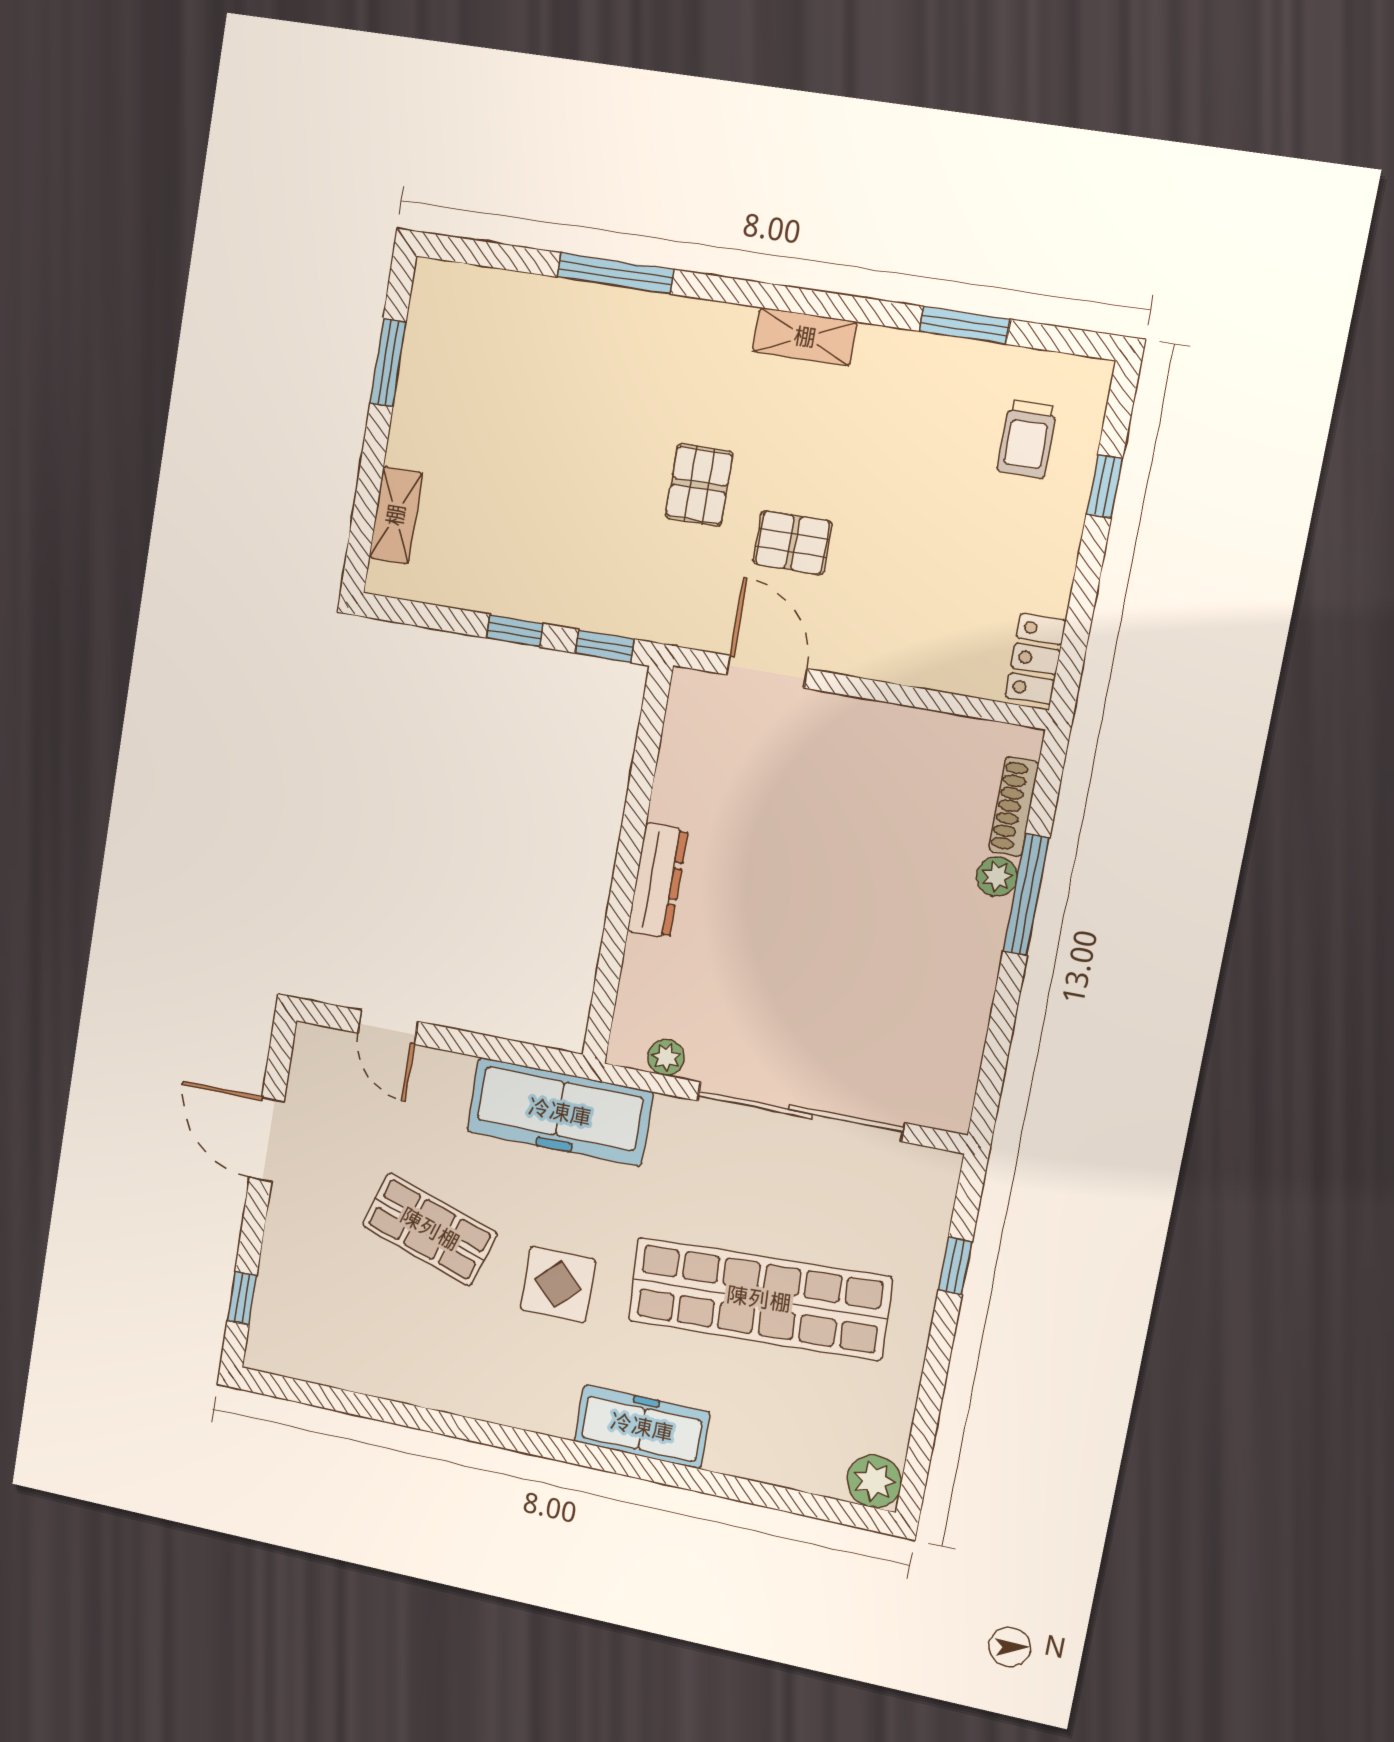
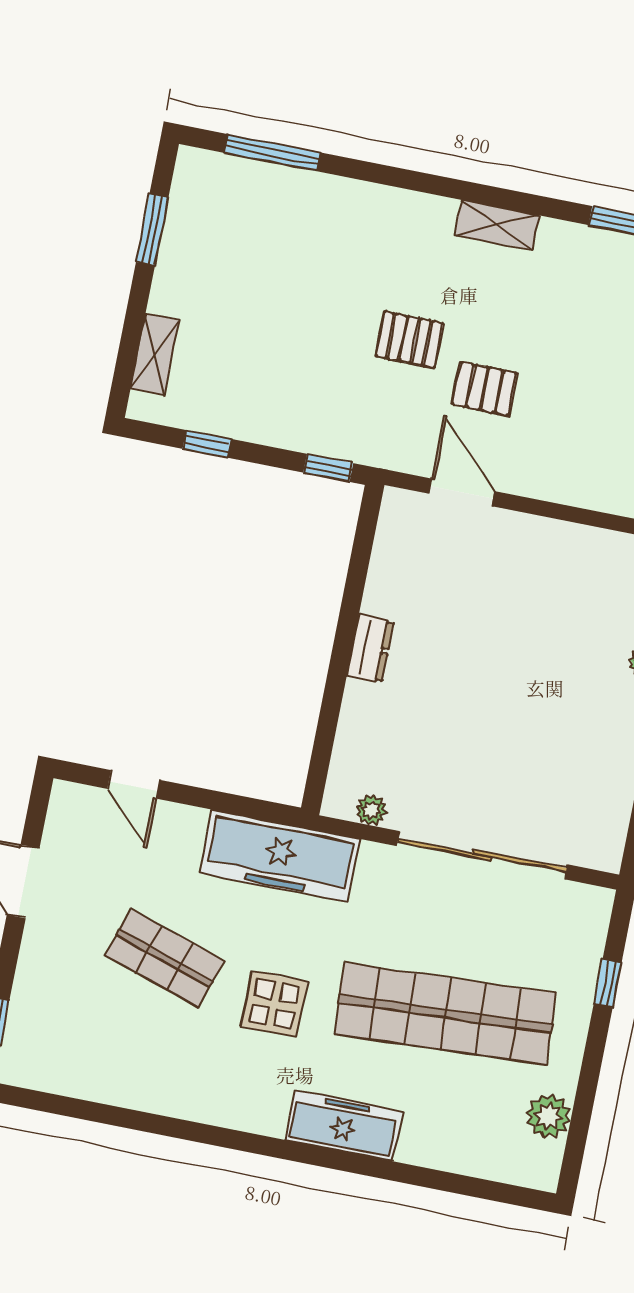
window: (615, 273) -> (272, 153), moved
pallet: (699, 485) -> (409, 340), turned 90
window: (515, 631) -> (207, 444), moved
dresser: (658, 881) -> (370, 648), width x0.70
plant: (874, 1481) -> (549, 1116), moved

